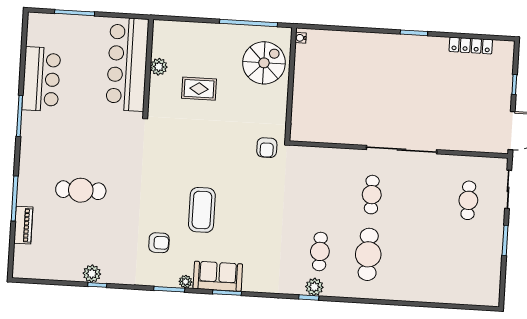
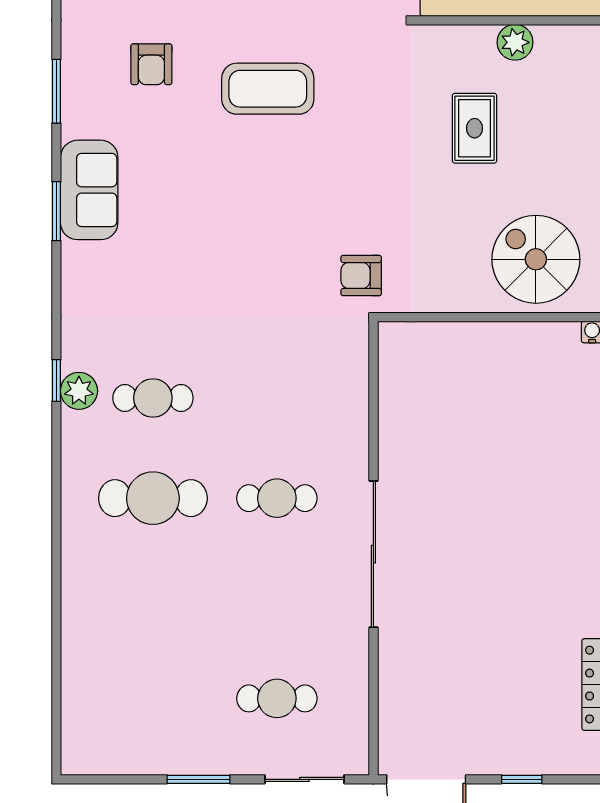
spiral stairs: (264, 63) -> (536, 259), turned 180
coffee table: (202, 210) -> (268, 89), moved
plant: (185, 282) -> (74, 124), removed

